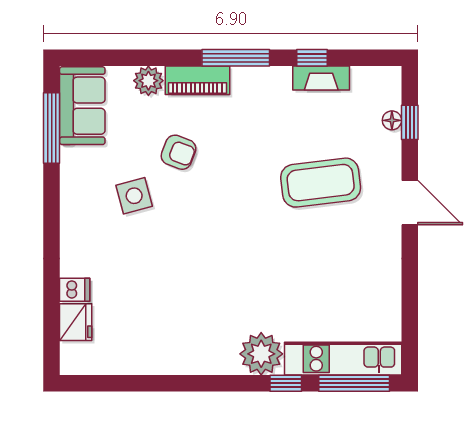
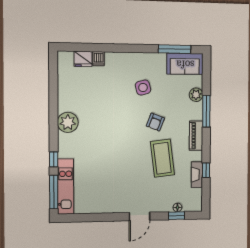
window: (236, 58) -> (206, 111), moved
piano: (197, 80) -> (196, 136), moved
armchair: (179, 152) -> (155, 122), moved
coffee table: (321, 183) -> (162, 158), moved
plant: (261, 354) -> (68, 122), moved

